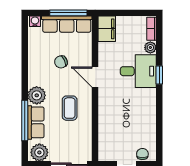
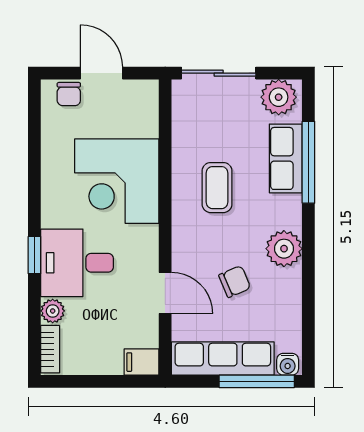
window: (68, 13) -> (257, 381), moved
filing cabinet: (107, 29) -> (141, 362), width x0.50
door: (95, 77) -> (165, 293), moved
plant: (37, 95) -> (284, 249), moved
corner desk: (119, 111) -> (117, 181), added

